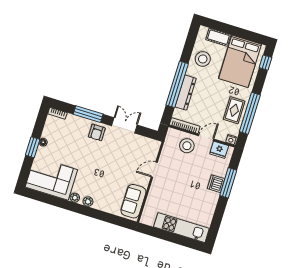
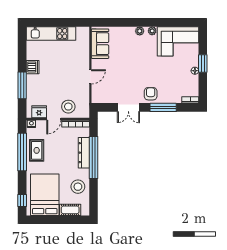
dishwasher: (216, 184) -> (33, 67), moved

